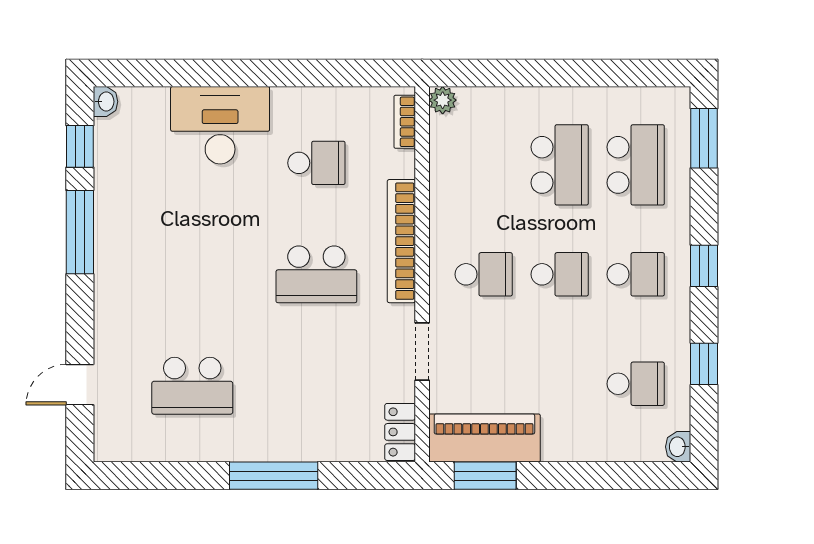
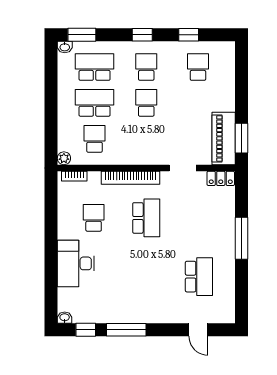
school desk: (484, 274) -> (95, 139), moved
washbasin: (678, 447) -> (65, 47), moved

